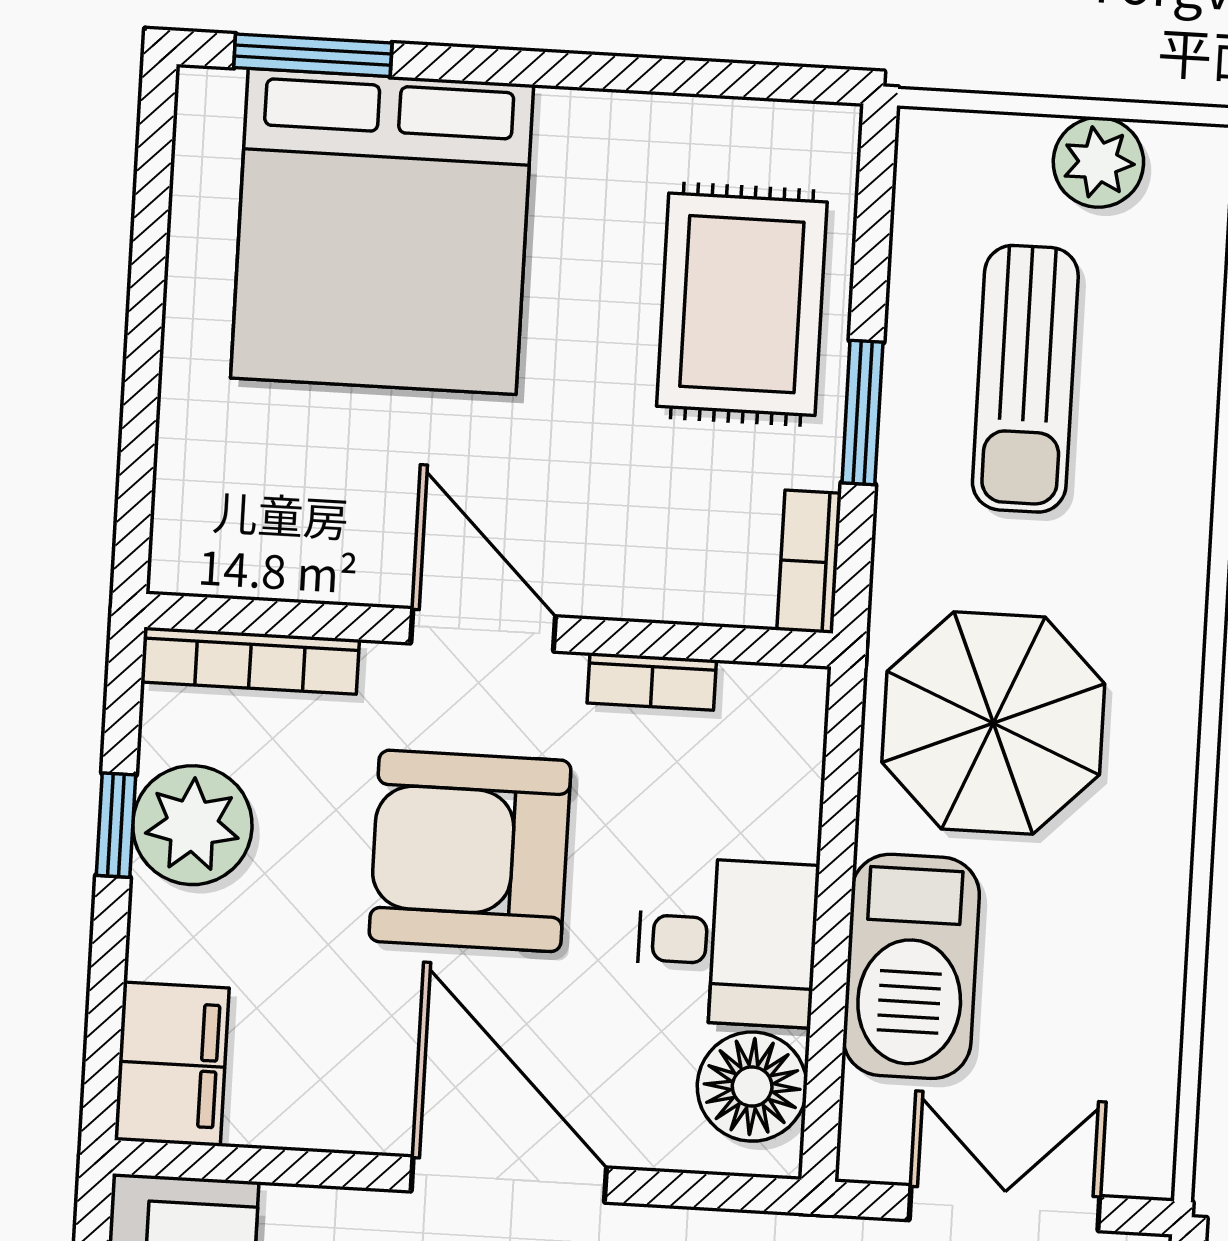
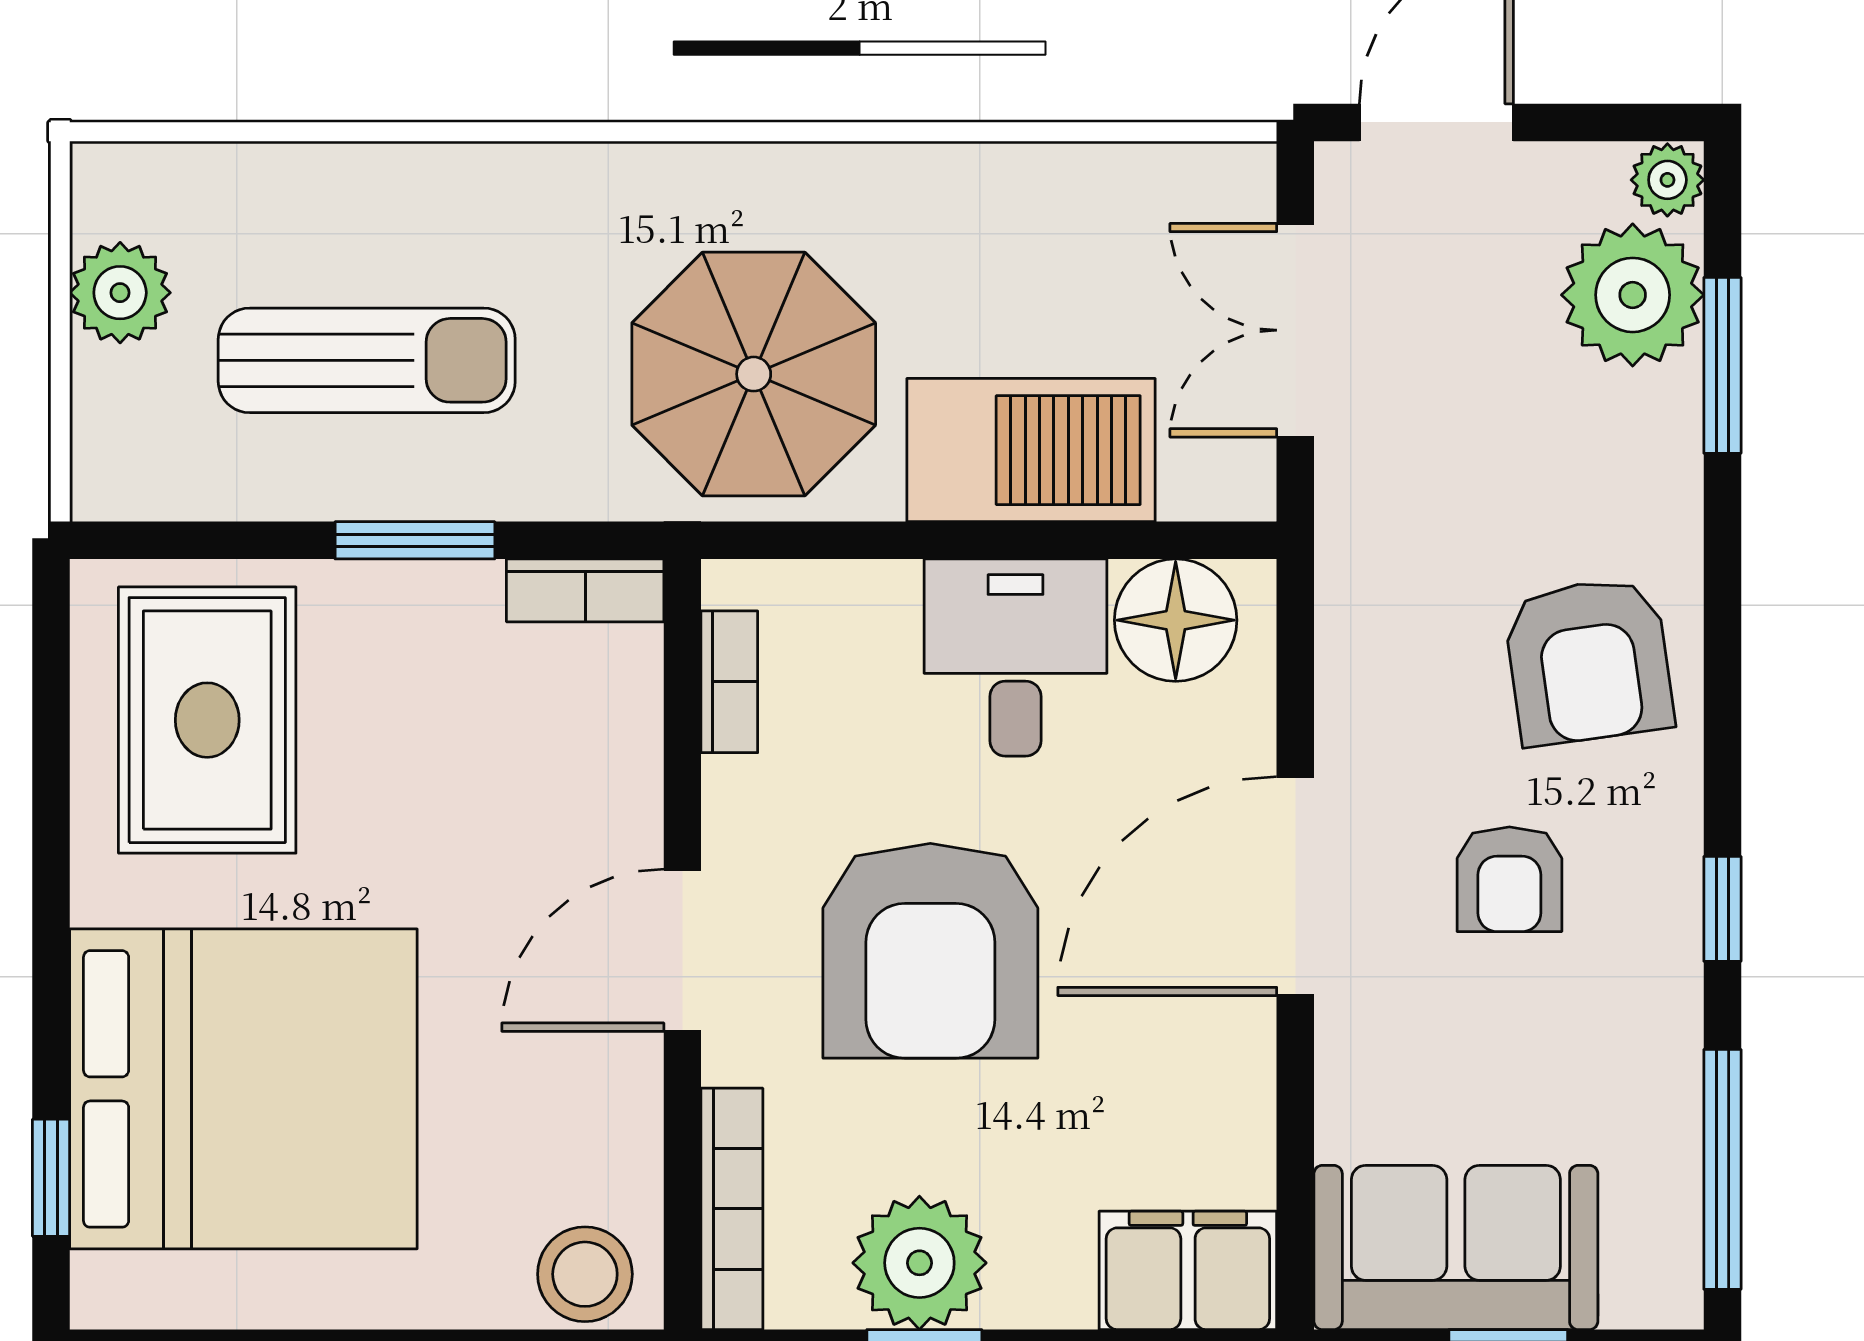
window: (313, 55) -> (51, 1178), width x0.67
rug: (742, 304) -> (207, 720), moved, turned 90
stool: (199, 526) -> (585, 1274), added
bookcase: (652, 682) -> (729, 682), moved

